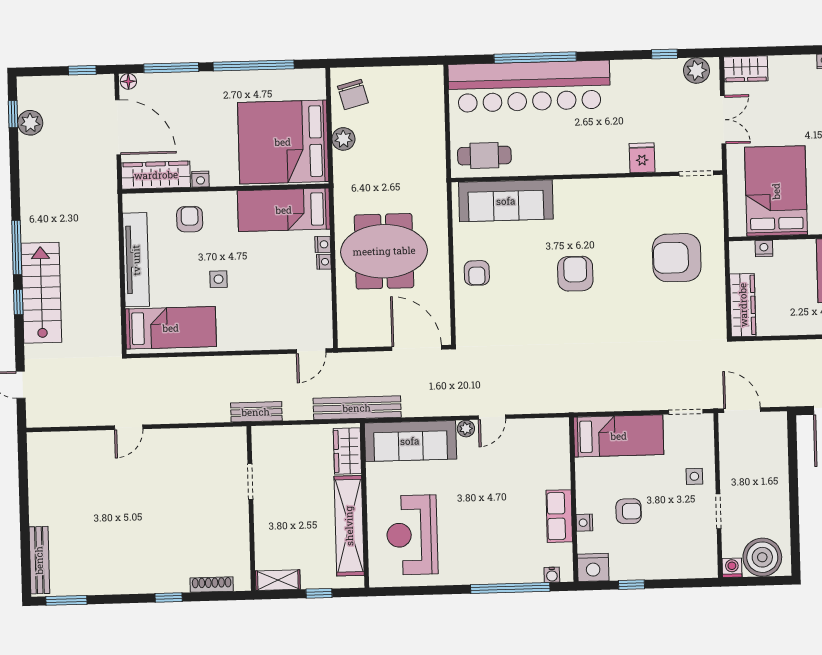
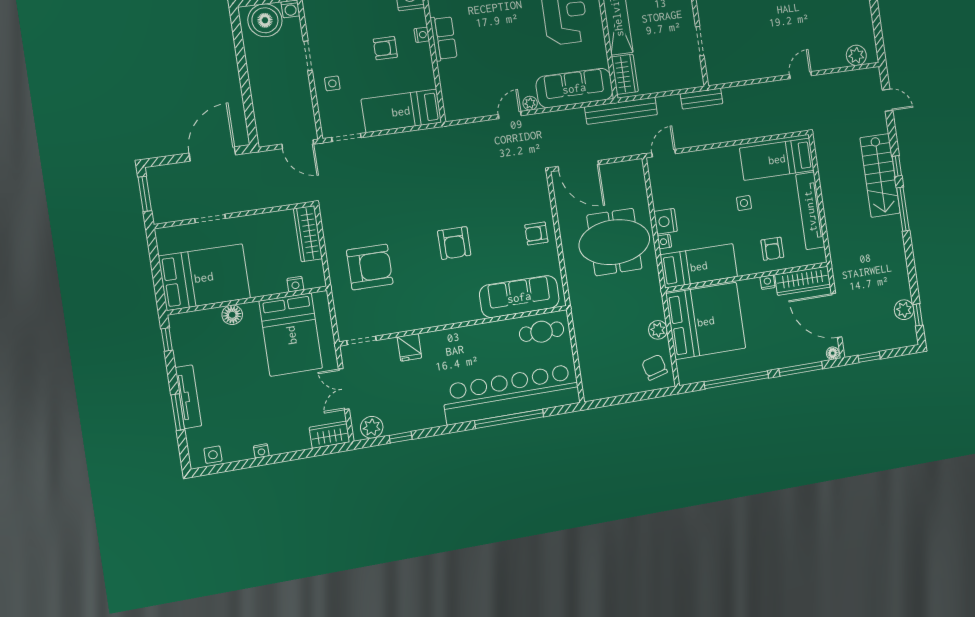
nightstand: (324, 262) -> (666, 221), width x1.89, depth x1.79
armchair: (477, 273) -> (536, 233), turned -90
plant: (54, 444) -> (856, 55), added

